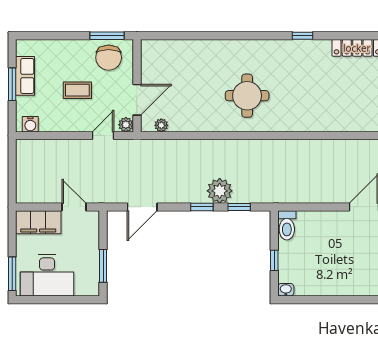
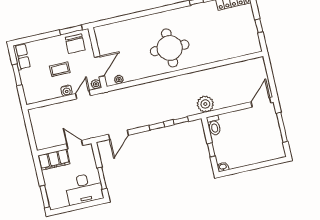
row of seats: (25, 76) -> (22, 57), moved
round table: (247, 96) -> (170, 48), width x1.36, depth x1.36
water cooler: (30, 124) -> (67, 91), moved
plant: (220, 191) -> (205, 104), moved
desk: (47, 275) -> (84, 189), moved

